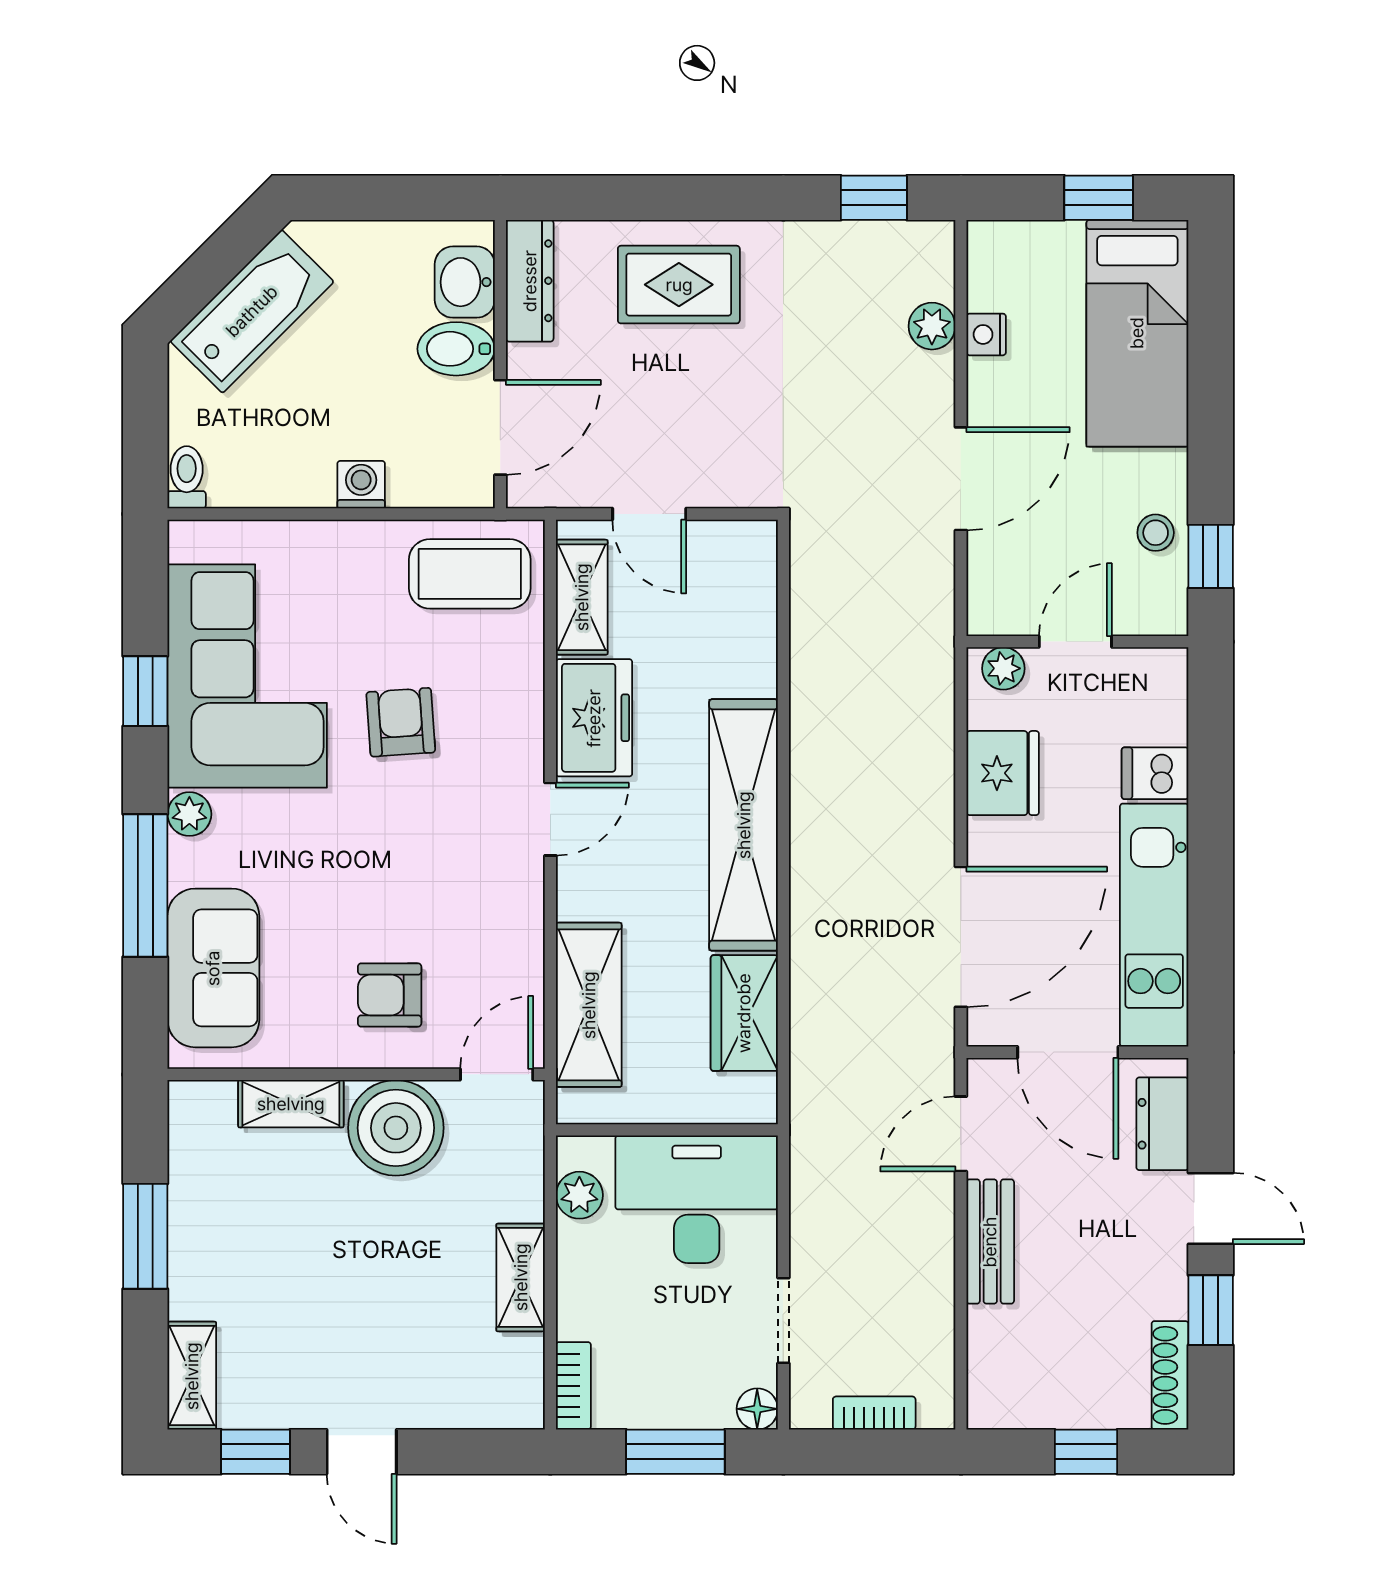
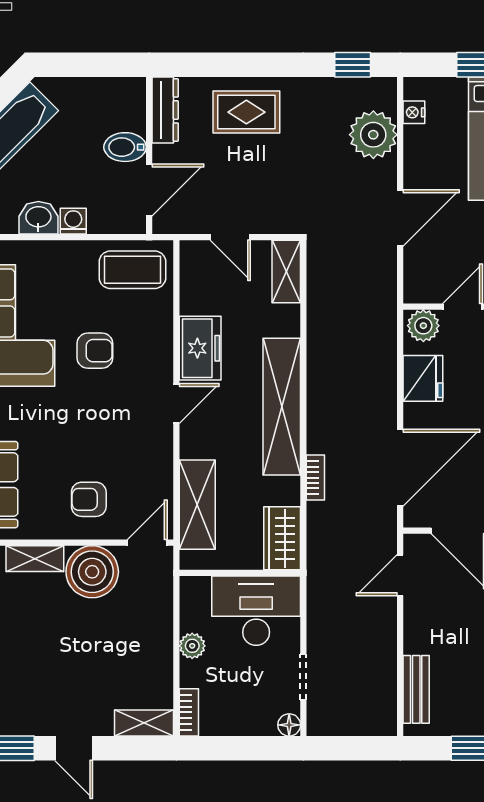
washbasin: (465, 282) -> (38, 218), moved, turned 90
plant: (932, 326) -> (373, 135), width x1.88, depth x1.88
nightstand: (986, 334) -> (414, 112), moved
shelving: (582, 597) -> (286, 272), moved
plant: (1003, 668) -> (423, 326), width x1.38, depth x1.38
armchair: (401, 722) -> (95, 351), turned 94
wardrobe: (744, 1013) -> (282, 538), moved
plant: (579, 1195) -> (192, 646), moved
bench: (990, 1242) -> (416, 689), moved
shelving: (521, 1277) -> (144, 723), moved, turned 90
bookcase: (874, 1413) -> (315, 478), moved, turned 90
window: (675, 1452) -> (245, 748), removed

